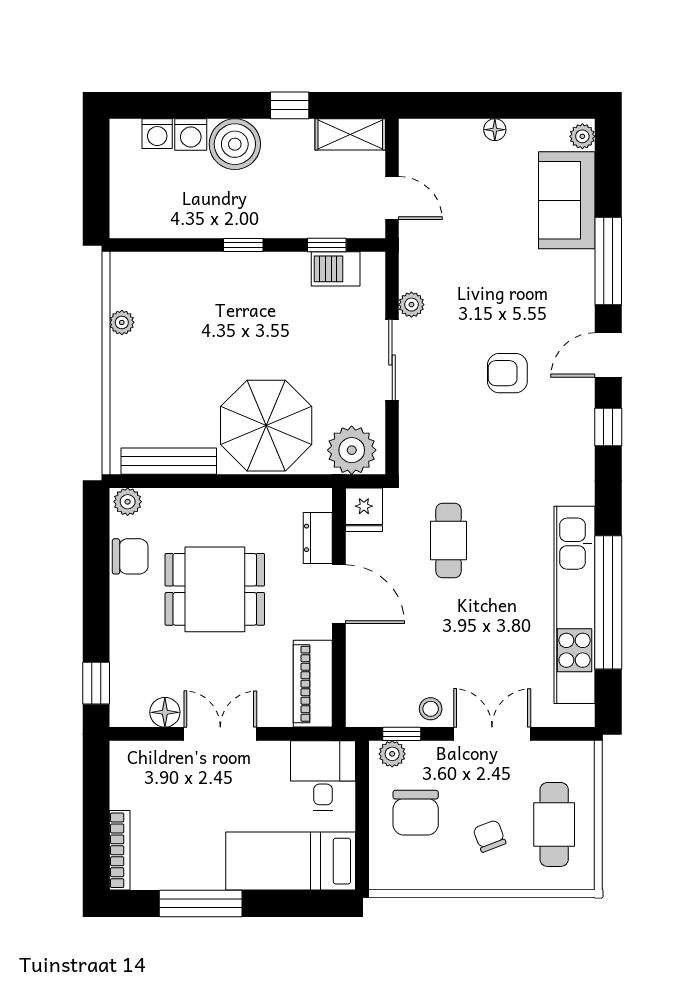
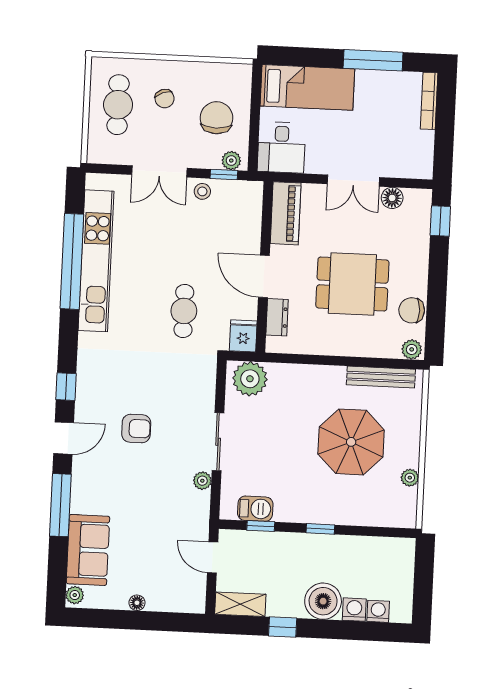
parasol: (266, 426) -> (351, 442), moved

